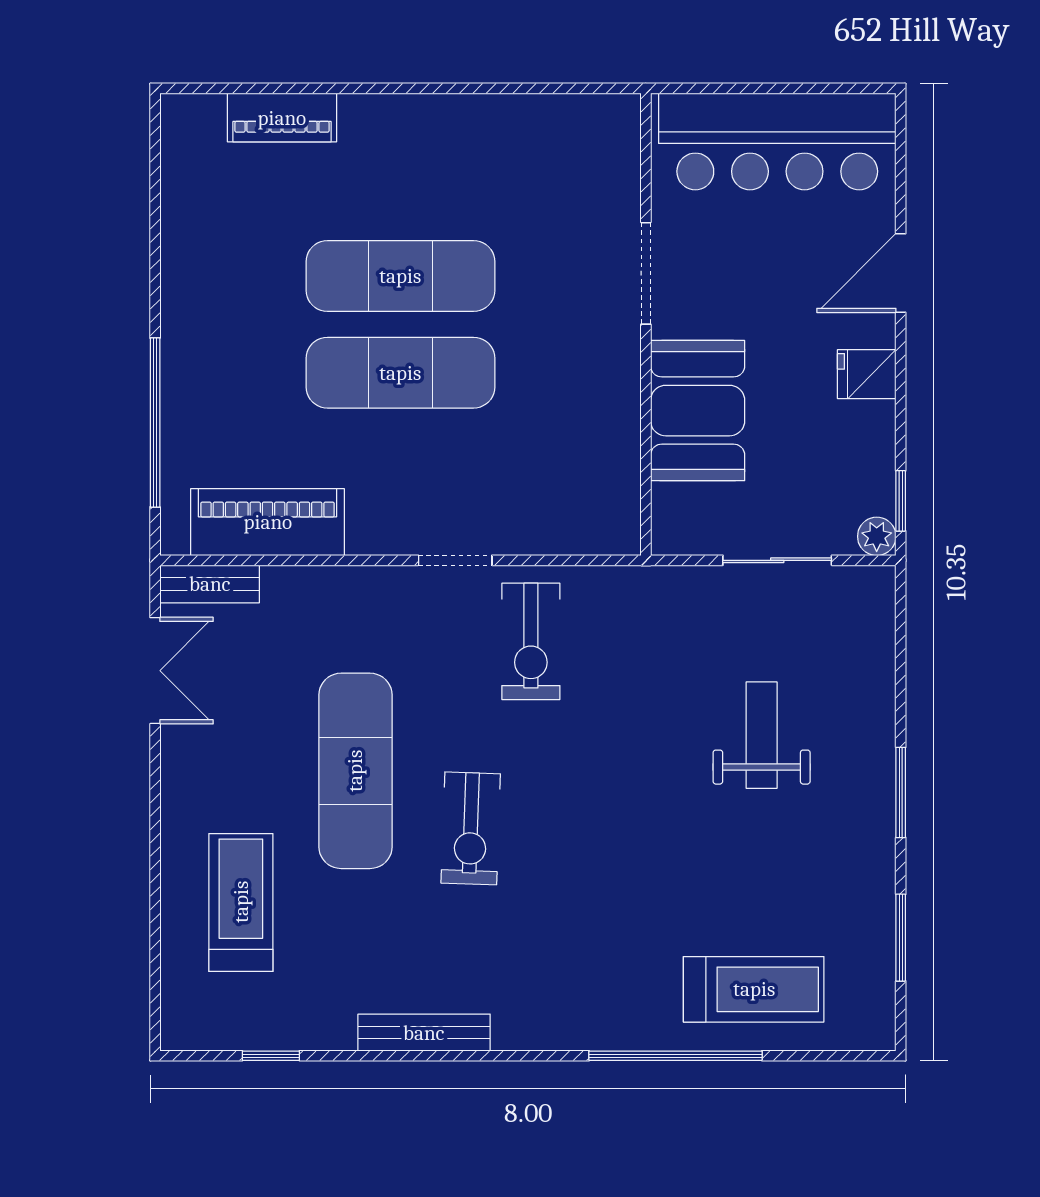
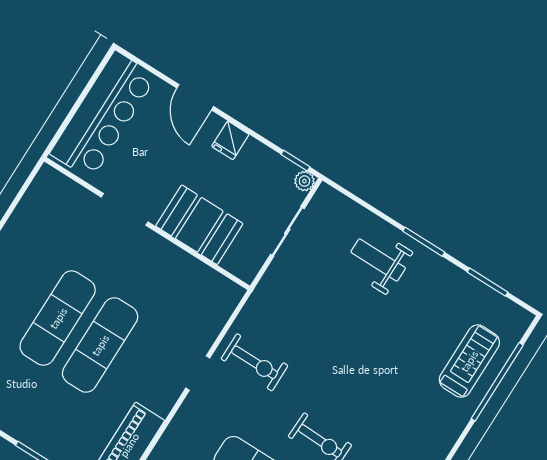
weight bench: (762, 735) -> (378, 260), moved
window: (676, 1056) -> (497, 382), moved

